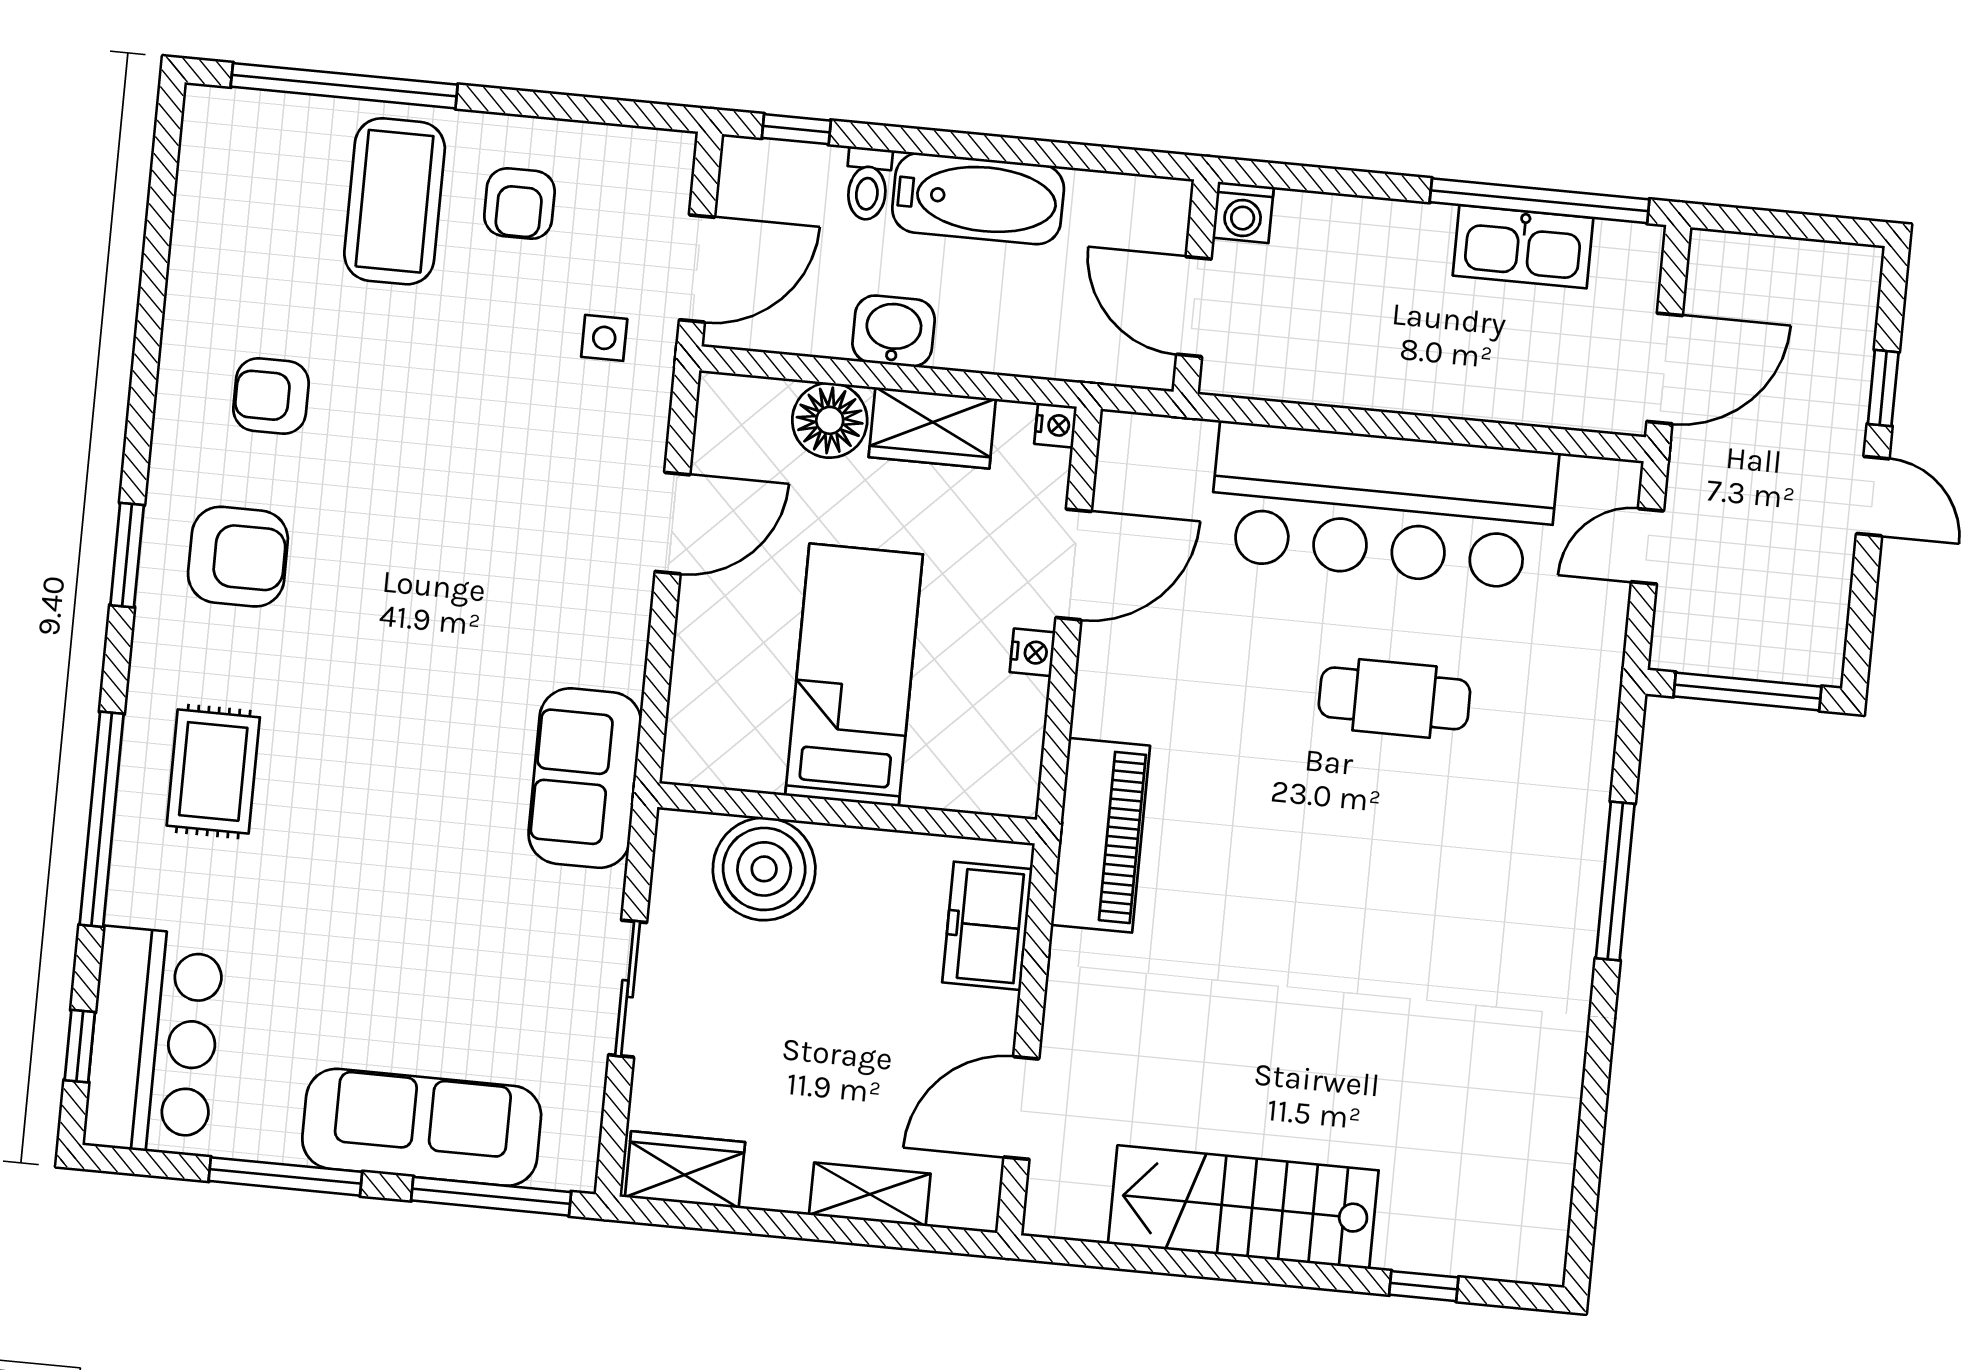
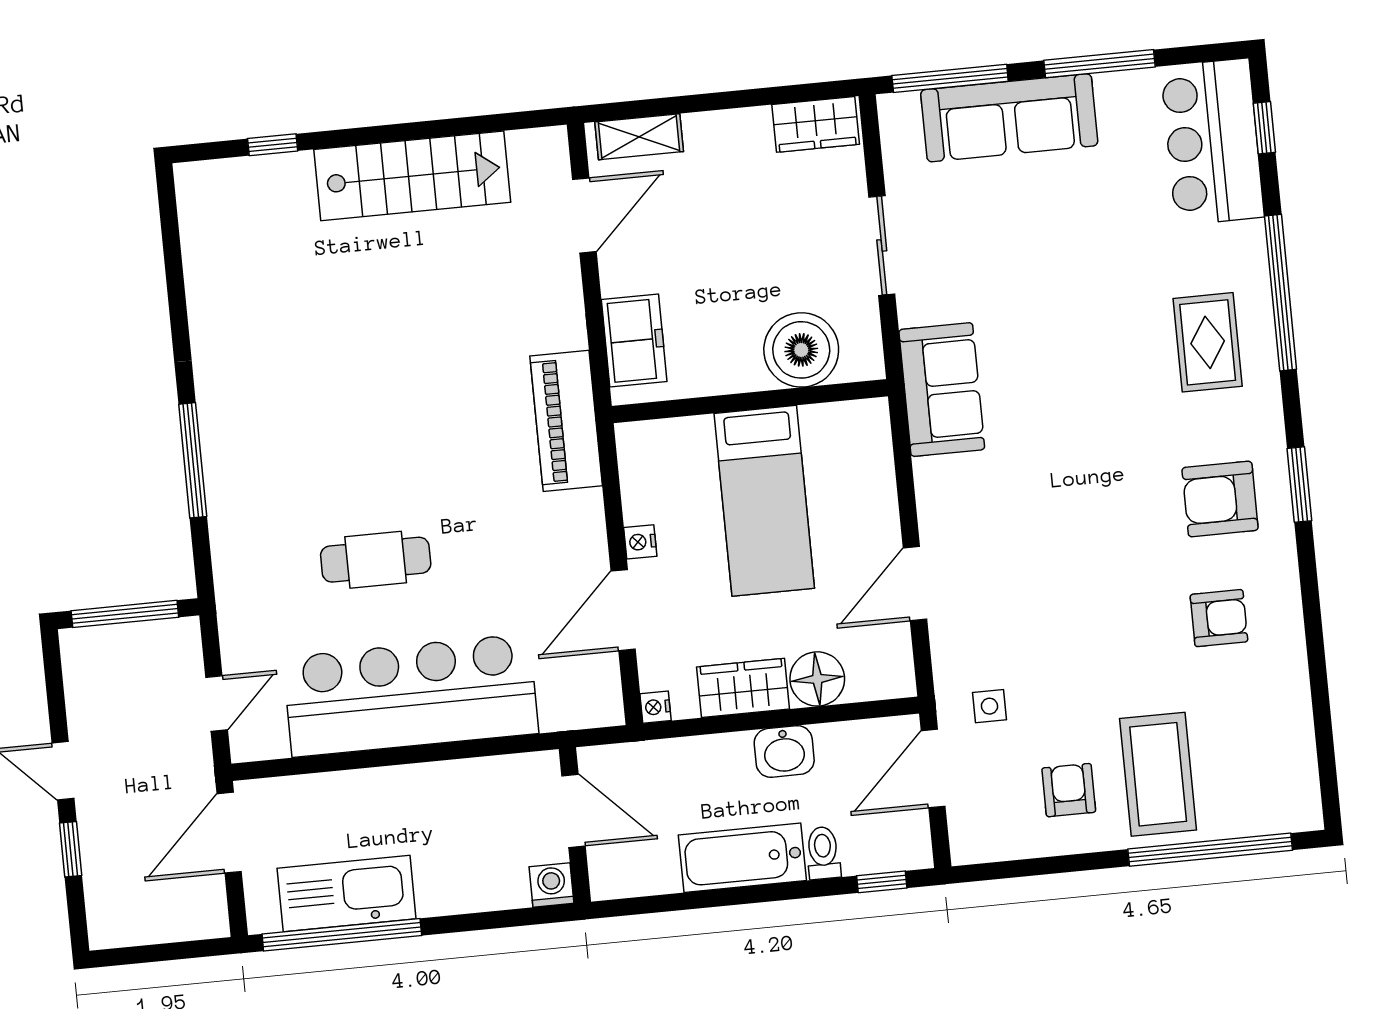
kitchen sink: (1523, 247) -> (347, 893), width x1.36, depth x1.24
shelving: (870, 1194) -> (639, 137), moved

